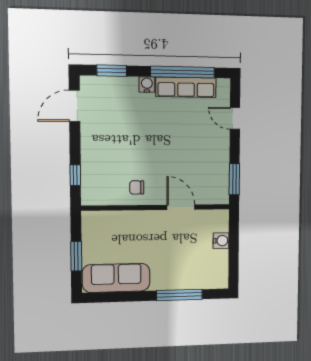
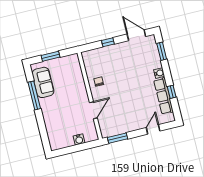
window: (183, 72) -> (172, 92), width x0.32
window: (75, 175) -> (108, 42), moved
sofa: (116, 278) -> (43, 82), width x0.73
window: (179, 295) -> (34, 95), moved

